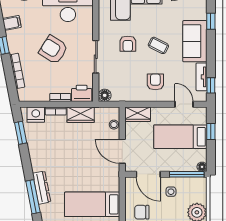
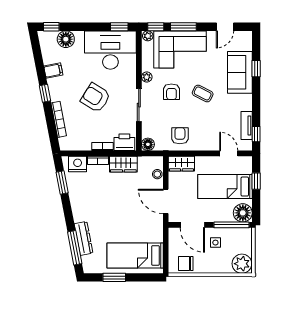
plant: (104, 29) -> (147, 77), added
sofa: (195, 41) -> (240, 72), moved
armchair: (155, 82) -> (180, 136), moved
floor lamp: (202, 167) -> (243, 213), width x1.89, depth x1.89

